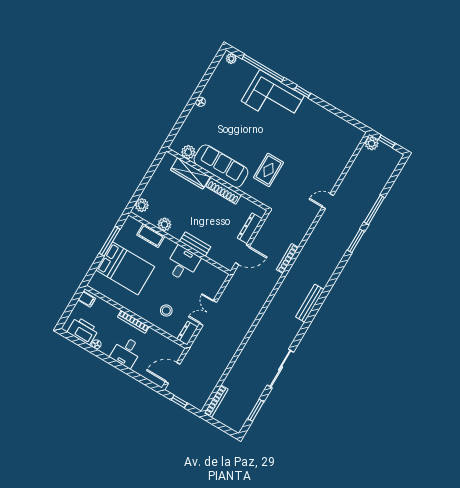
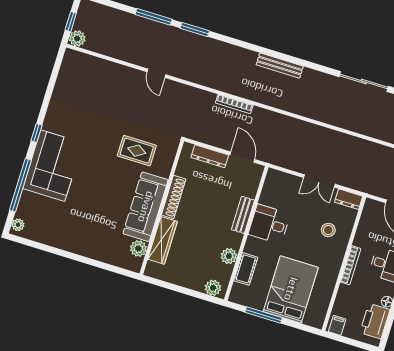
floor lamp: (201, 102) -> (77, 248), removed

